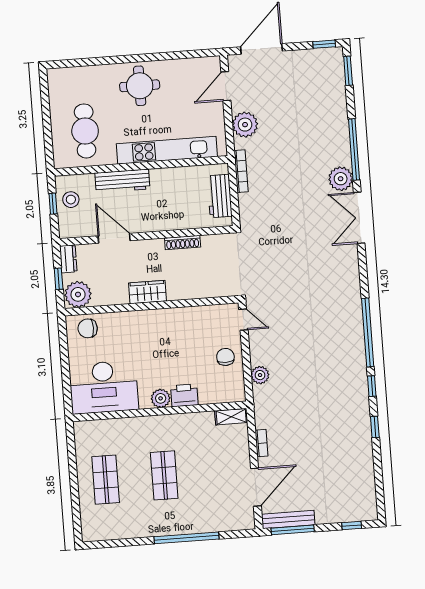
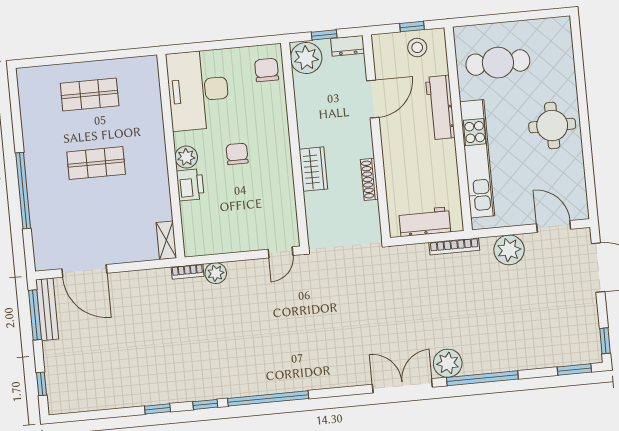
wardrobe: (148, 292) -> (313, 169), moved
chair: (225, 357) -> (237, 154), moved, turned -89
bookcase: (261, 443) -> (187, 272), moved

